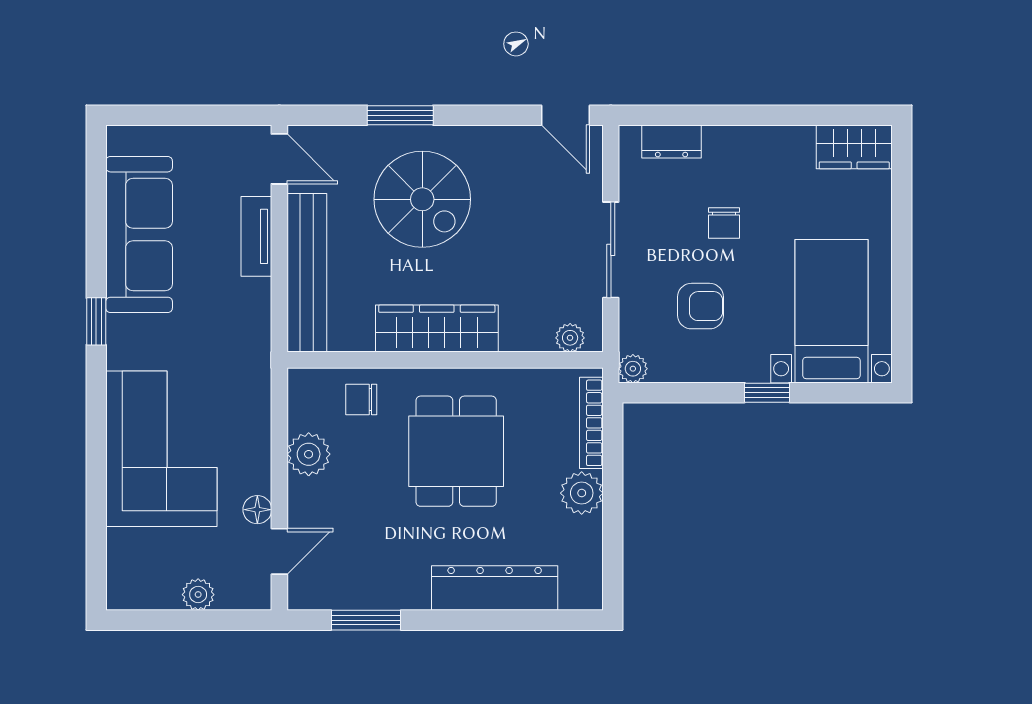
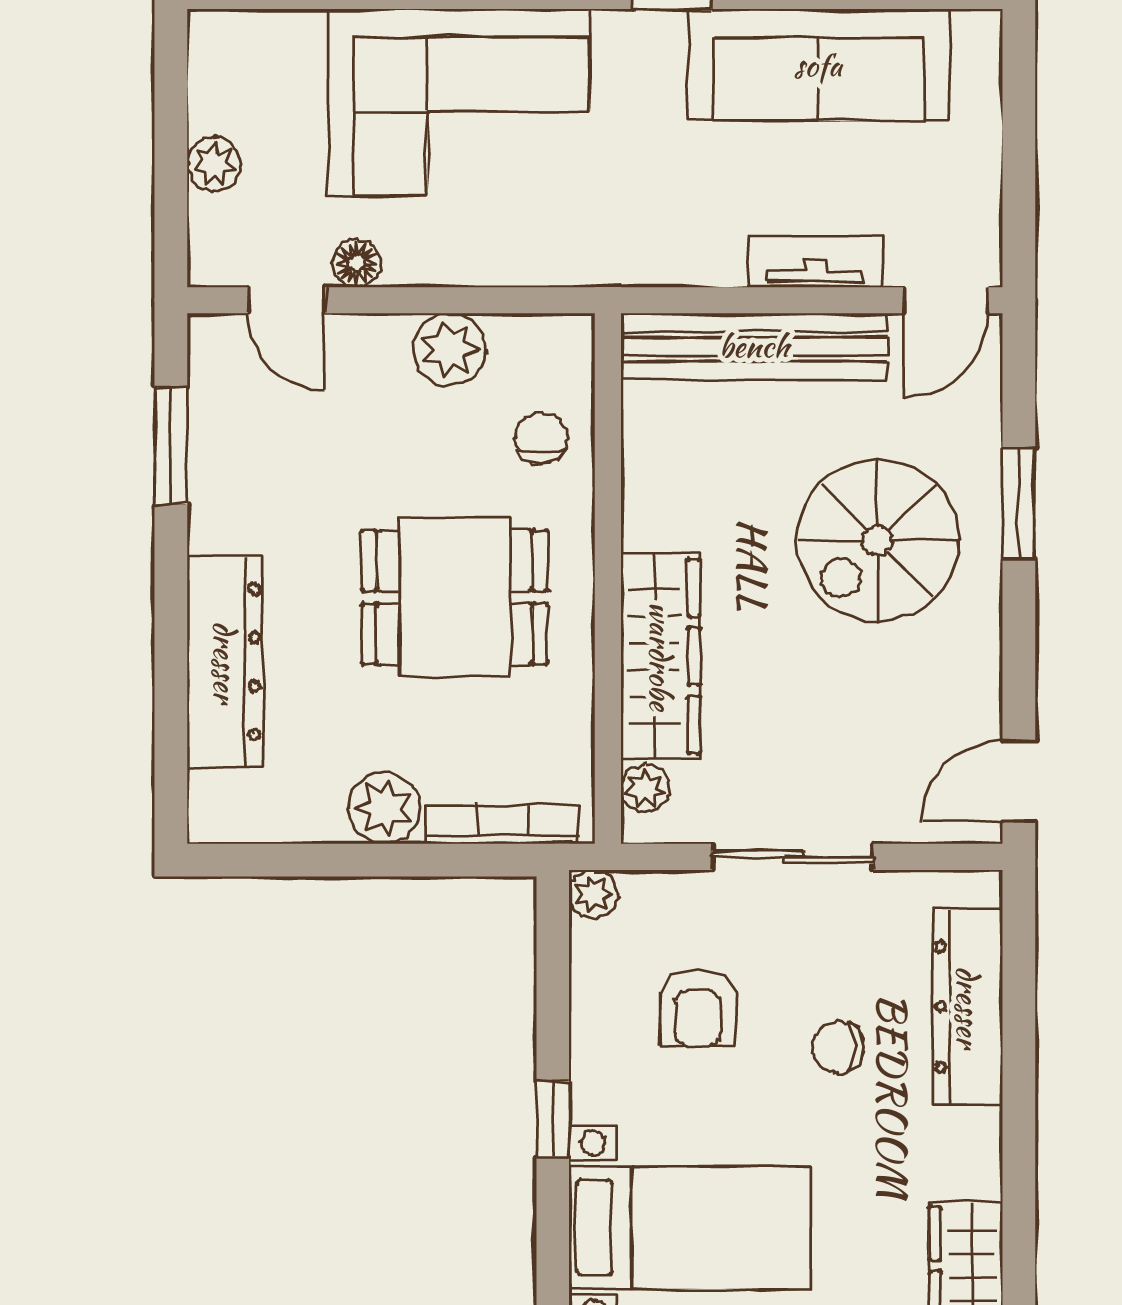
dresser: (671, 142) -> (968, 1007), width x1.96, depth x1.24
wardrobe: (437, 329) -> (661, 656), moved

